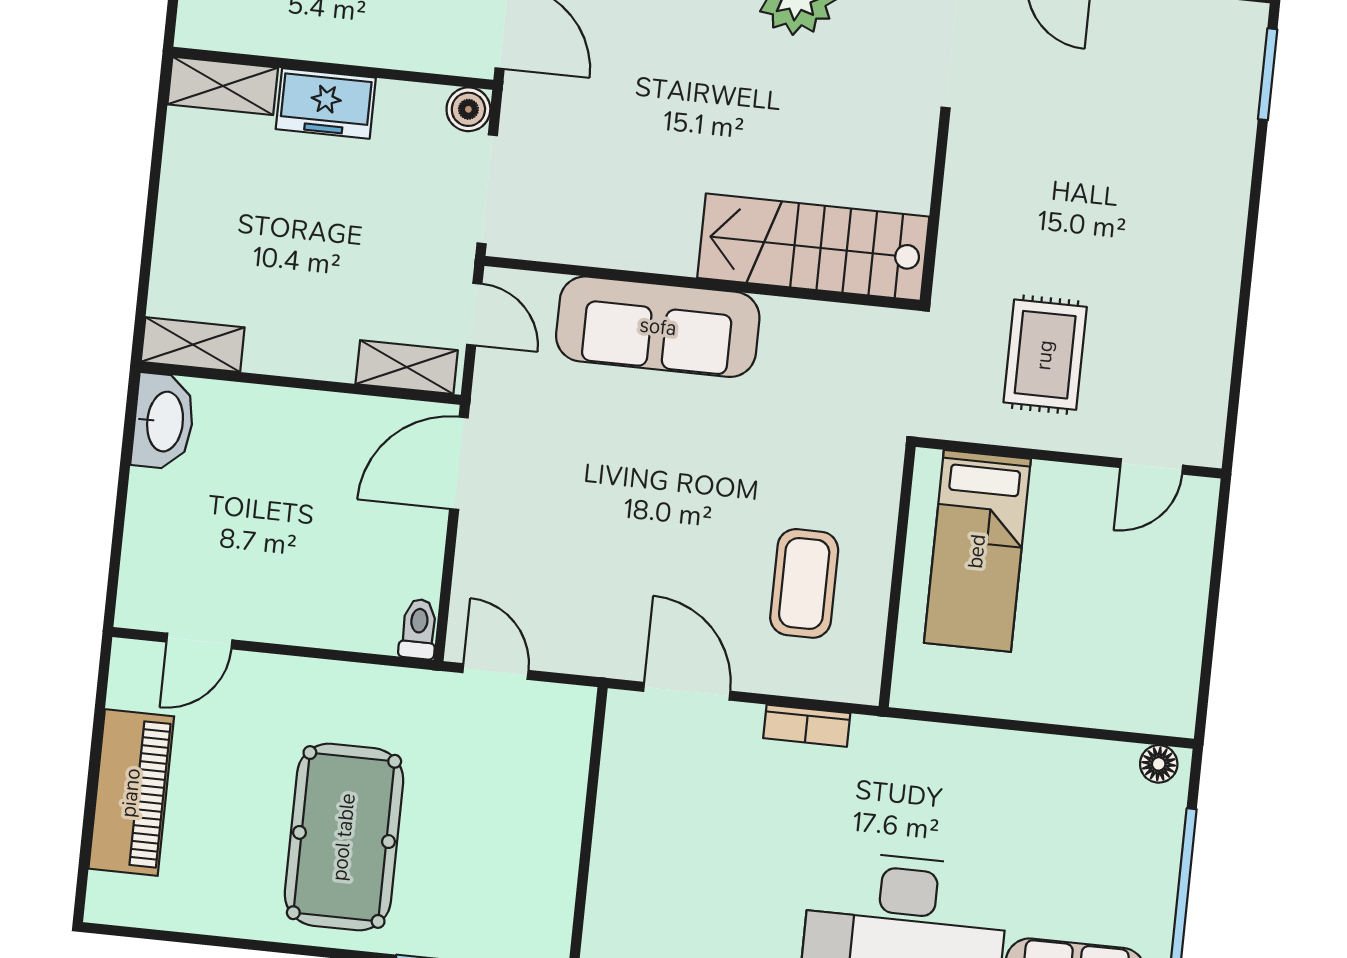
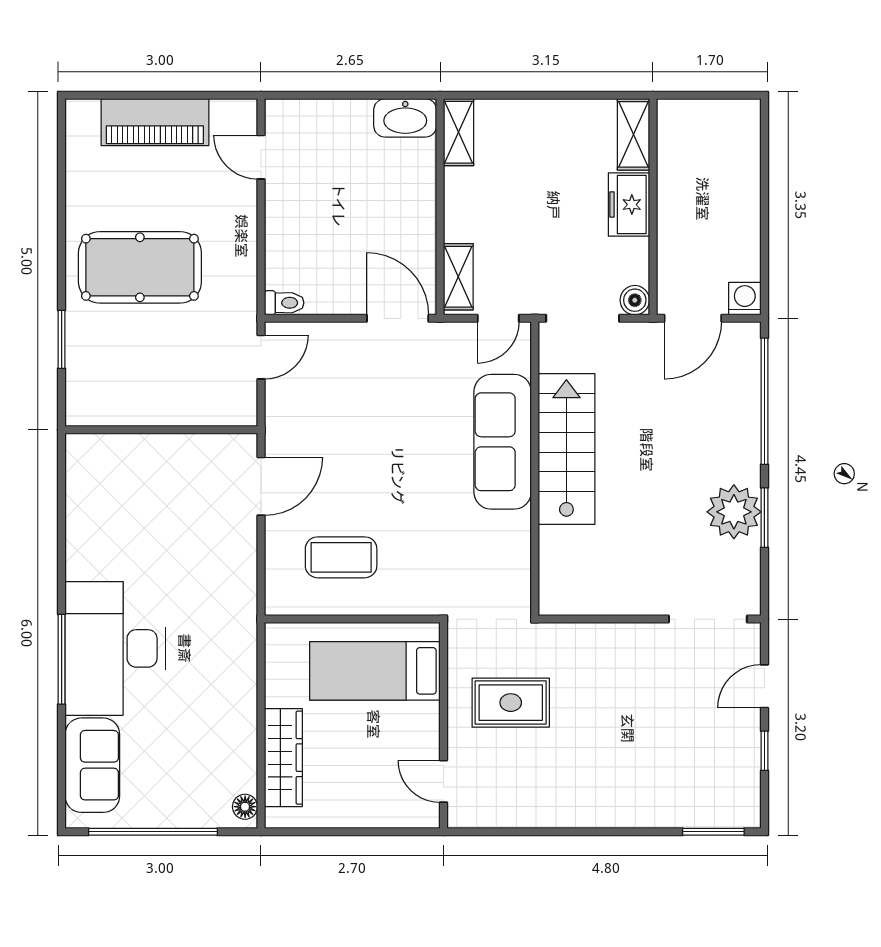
stairs: (813, 247) -> (566, 449), moved
wardrobe: (1092, 700) -> (283, 758), added
bookcase: (807, 726) -> (246, 569), removed

